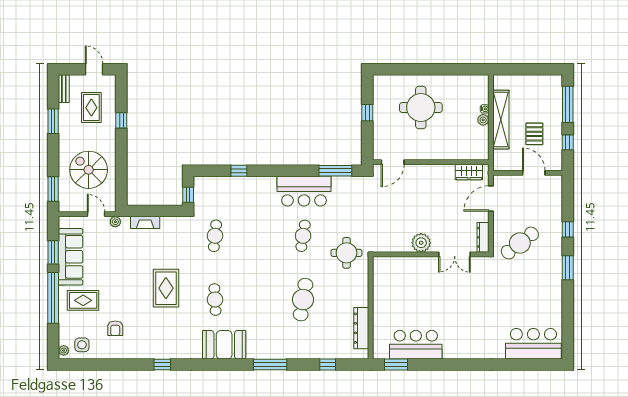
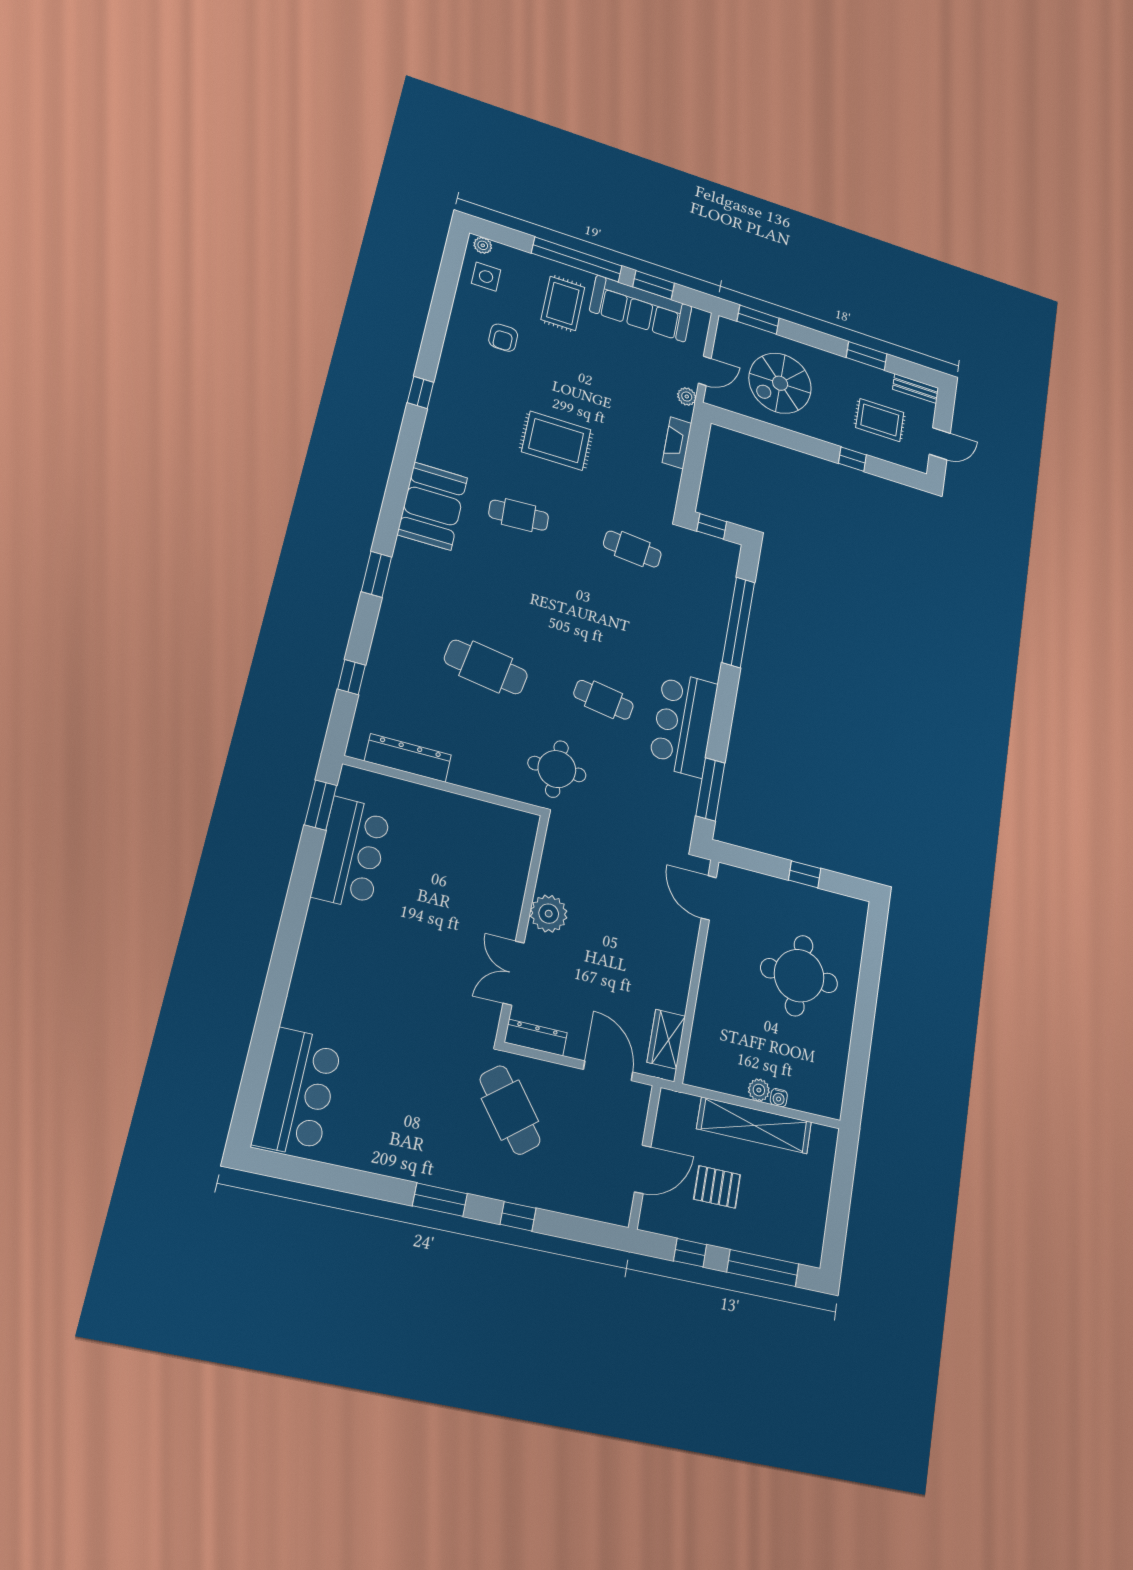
spiral stairs: (89, 170) -> (780, 383), turned 180
window: (239, 171) -> (738, 622), width x3.17
armchair: (115, 328) -> (503, 338), turned -90
window: (270, 365) -> (376, 574), width x0.69

